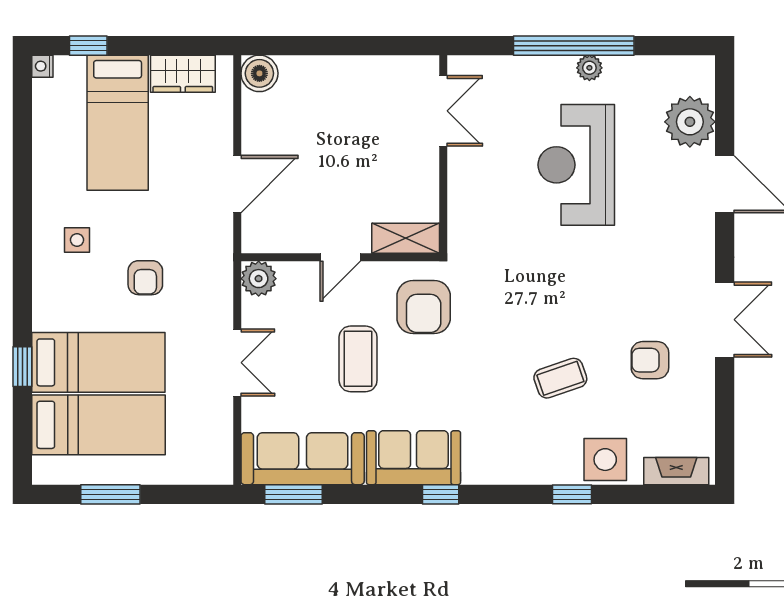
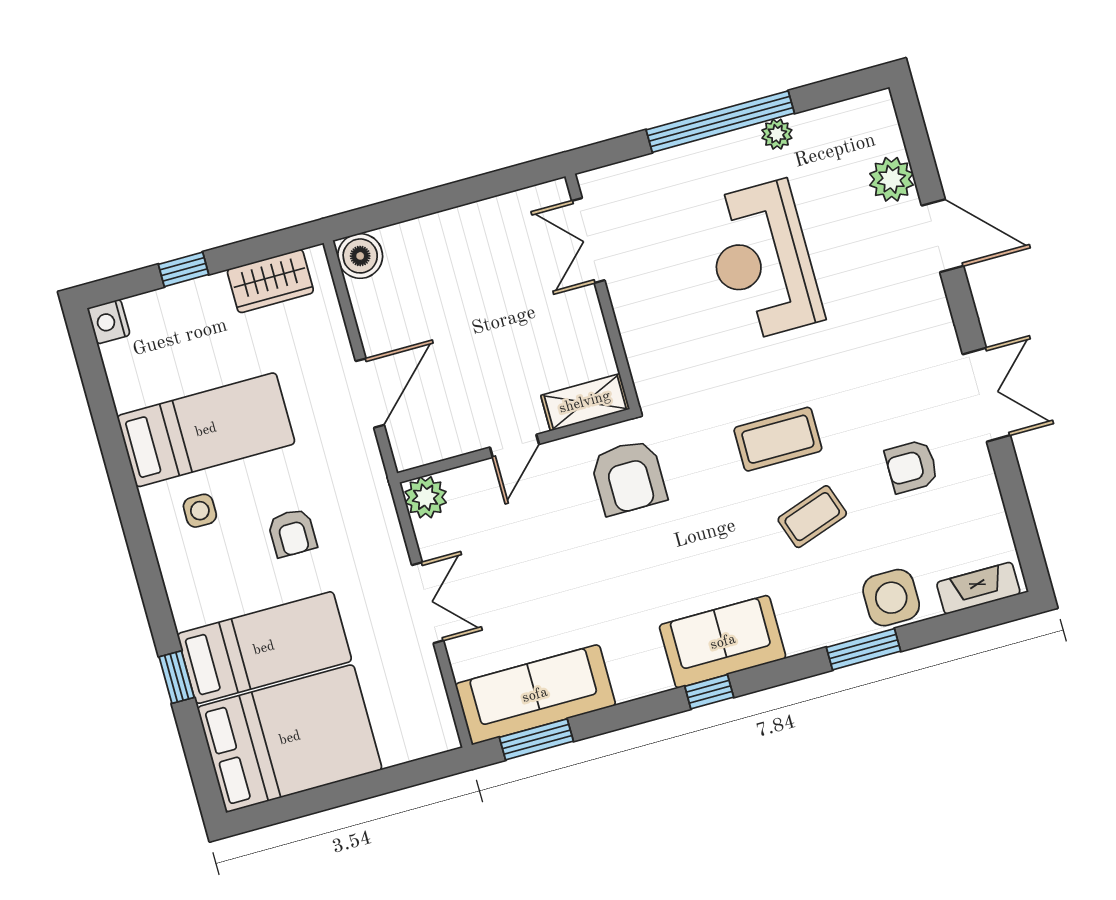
window: (88, 46) -> (184, 269), moved
nightstand: (42, 66) -> (109, 322), width x1.39, depth x1.35
plant: (589, 68) -> (777, 134), moved
double door: (443, 111) -> (588, 240), swing flipped
plant: (690, 122) -> (892, 179), width x0.73, depth x0.73
bed: (118, 123) -> (206, 430), moved, turned -90
coffee table: (358, 359) -> (778, 439), moved, turned 90
bed: (98, 425) -> (290, 738), width x1.50
sofa: (413, 458) -> (723, 642), moved
window: (110, 494) -> (321, 799), removed
window: (572, 494) -> (864, 649), width x1.50

